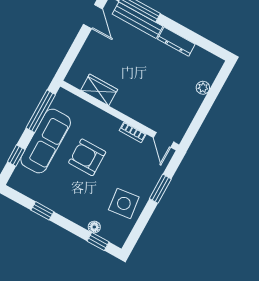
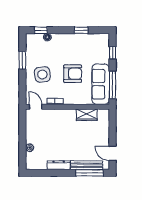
sofa: (46, 141) -> (101, 84), moved
window: (160, 189) -> (22, 60), moved
side table: (124, 203) -> (42, 74), moved

